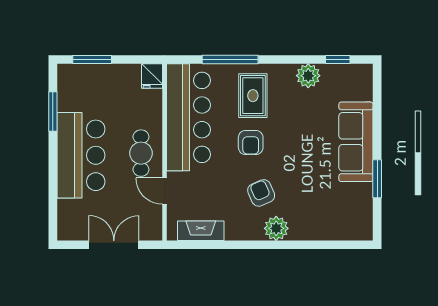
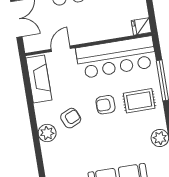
cafe table: (141, 153) -> (85, 28), removed
fireplace: (201, 231) -> (39, 79), width x1.37, depth x1.32

